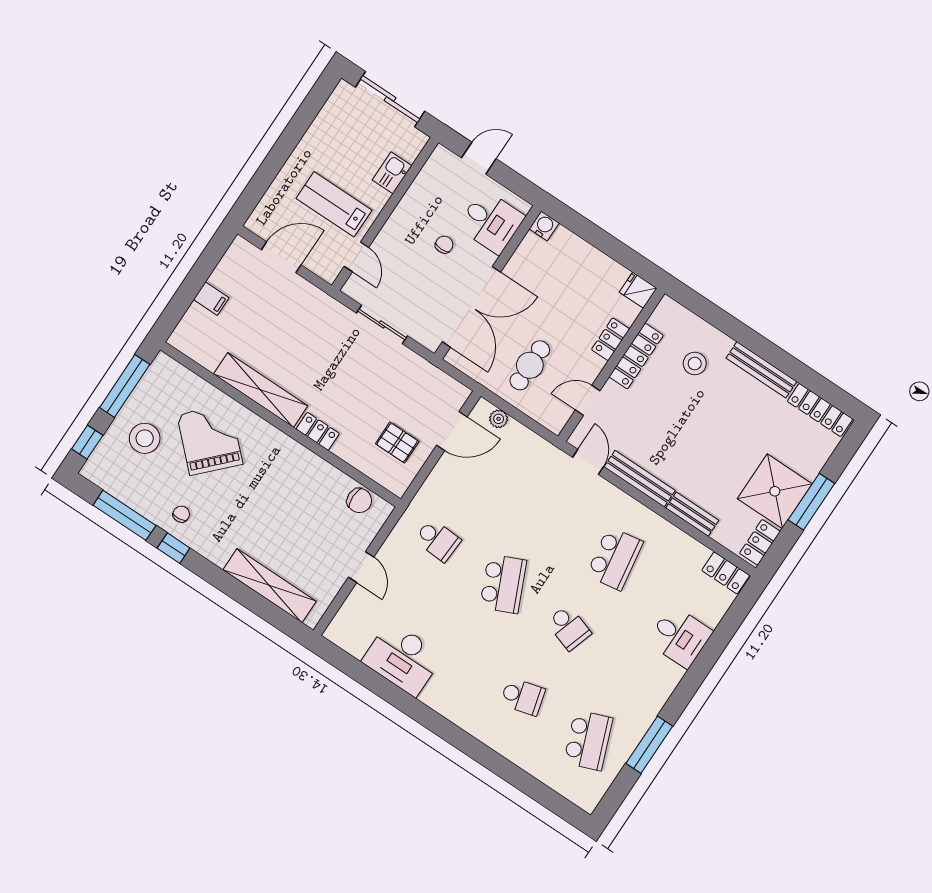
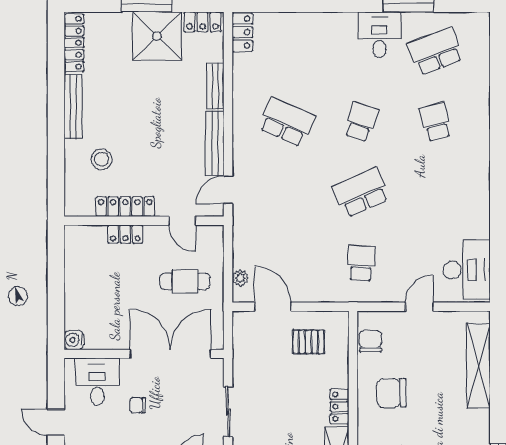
fridge: (638, 290) -> (75, 238), removed
pallet: (397, 443) -> (308, 342), turned 90
chair: (298, 488) -> (391, 393), added
school desk: (615, 559) -> (287, 122), turned 33
desk: (680, 637) -> (379, 35), moved
desk: (403, 658) -> (467, 270), moved

